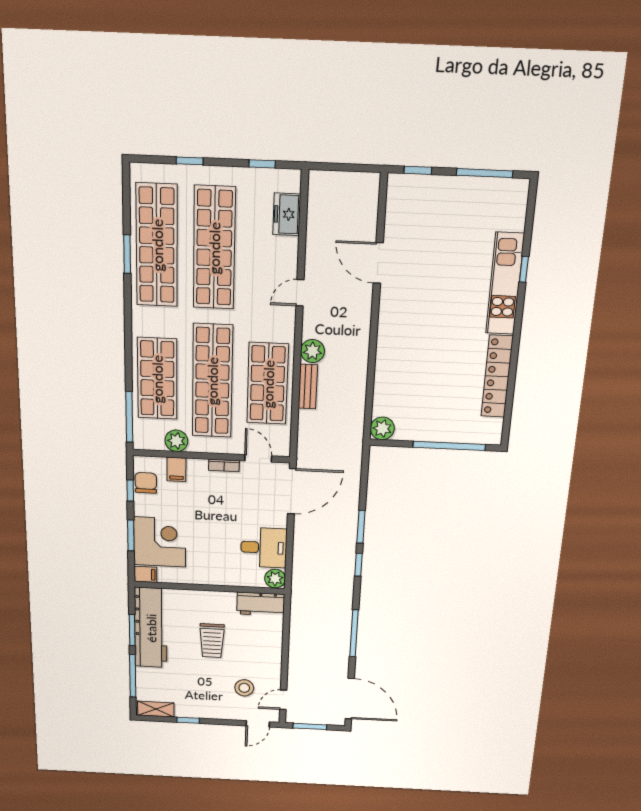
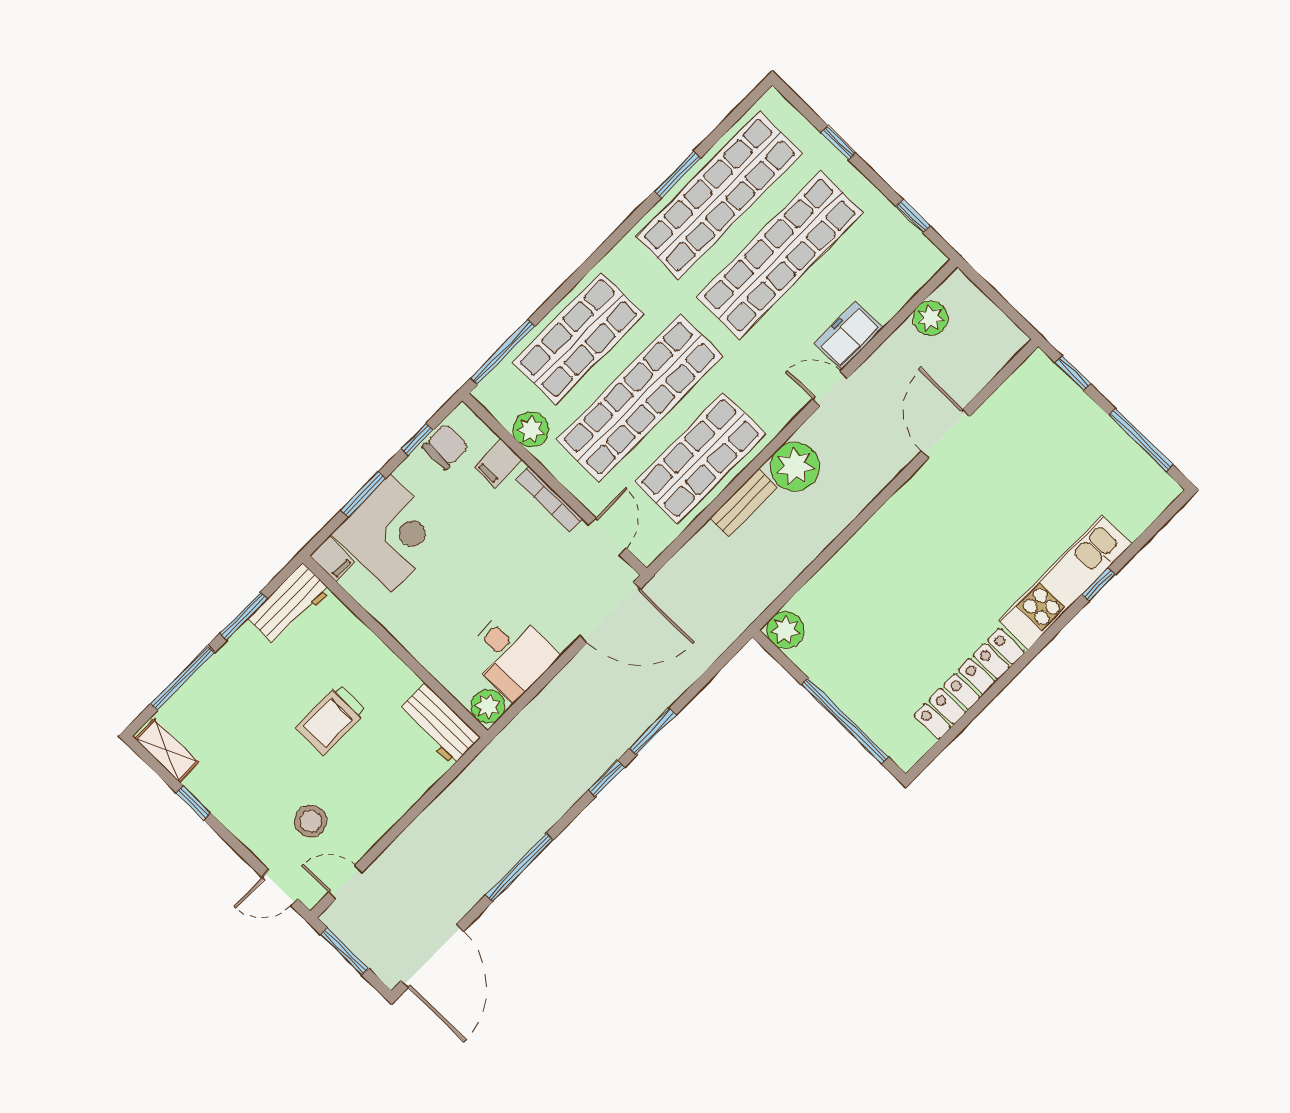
plant: (319, 210) -> (930, 318), added
freezer: (287, 214) -> (849, 336), moved
plant: (313, 351) -> (795, 467), width x1.36, depth x1.36
bookcase: (224, 465) -> (549, 499), width x1.56
workbench: (151, 628) -> (290, 605), width x0.53, depth x0.76

